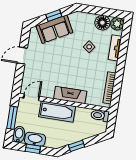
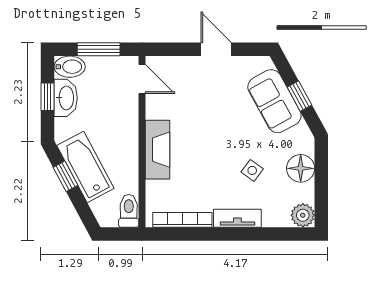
floor lamp: (102, 23) -> (301, 168), moved
tv unit: (115, 48) -> (237, 218), moved
bathtub: (57, 111) -> (85, 167), moved, turned 152

